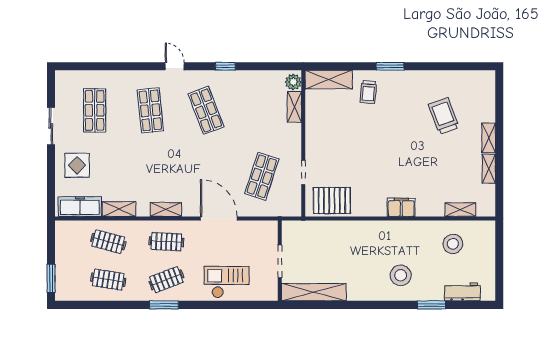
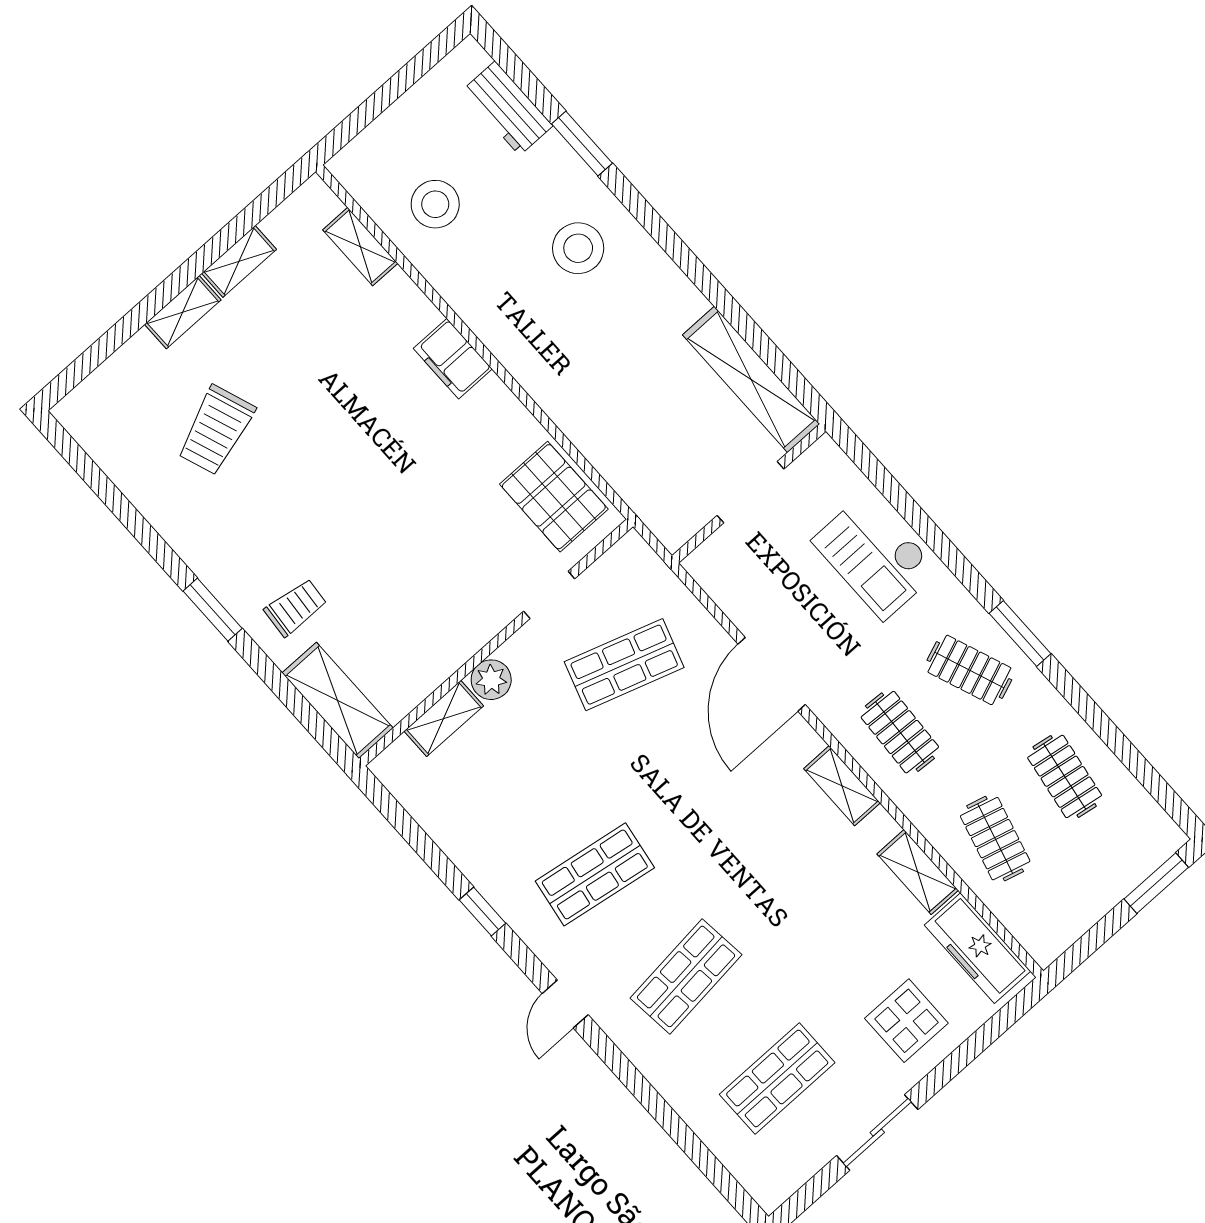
plant: (293, 82) -> (491, 680), moved
shop shelf: (206, 110) -> (595, 874), turned 30

